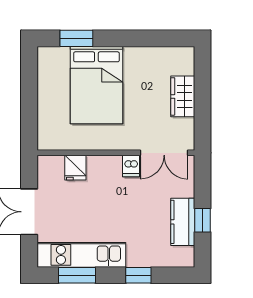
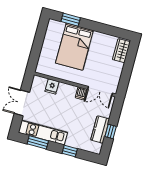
wardrobe: (183, 96) -> (121, 51), moved

